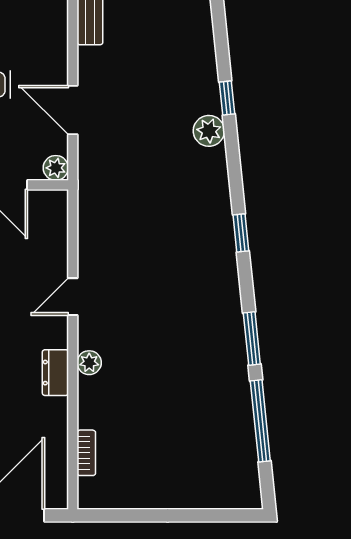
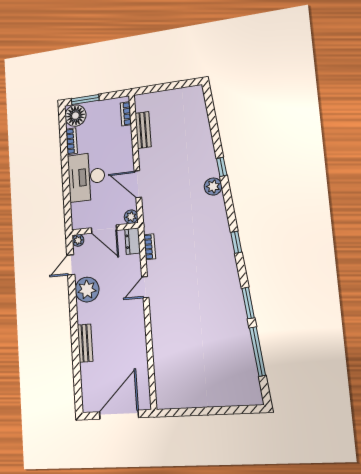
plant: (89, 363) -> (157, 324), removed
dresser: (55, 373) -> (133, 241), moved
bookcase: (86, 453) -> (150, 247), moved

